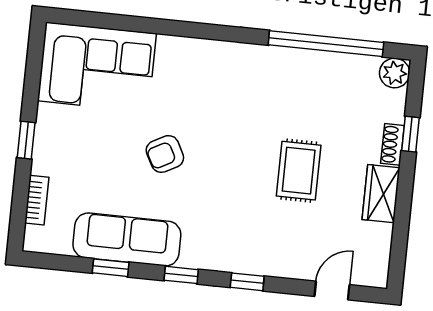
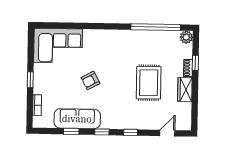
rug: (299, 171) -> (149, 83), width x1.36, depth x1.43

